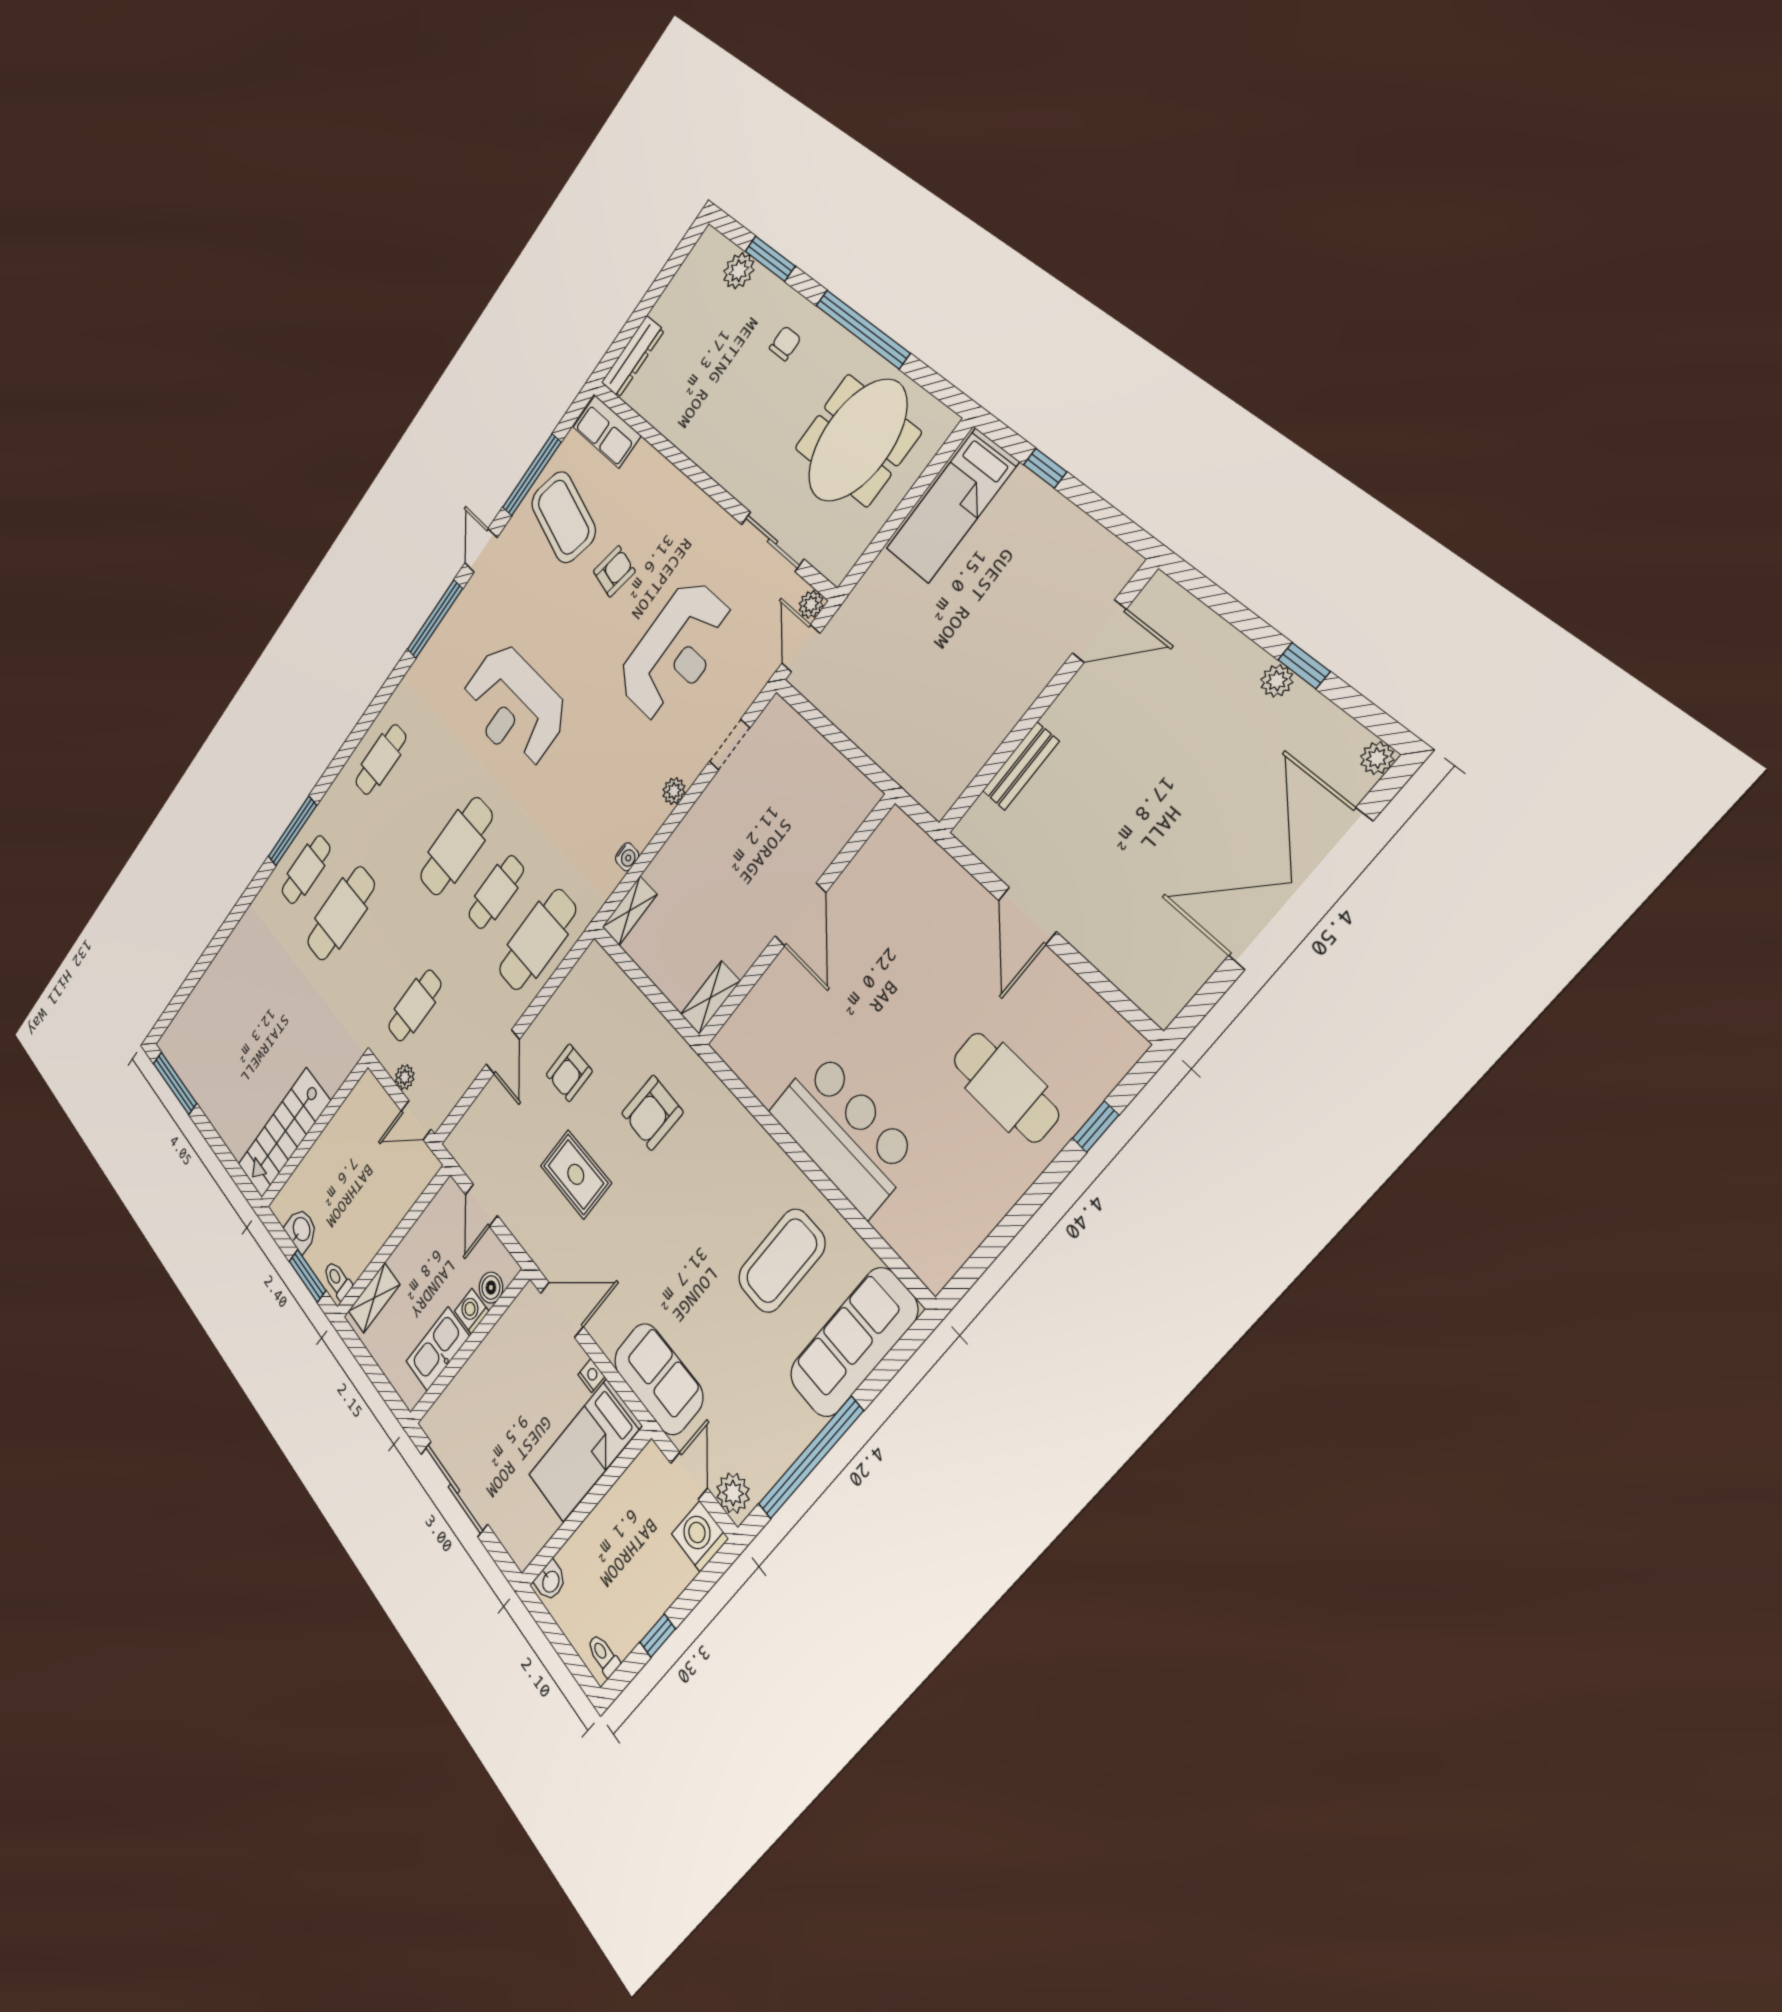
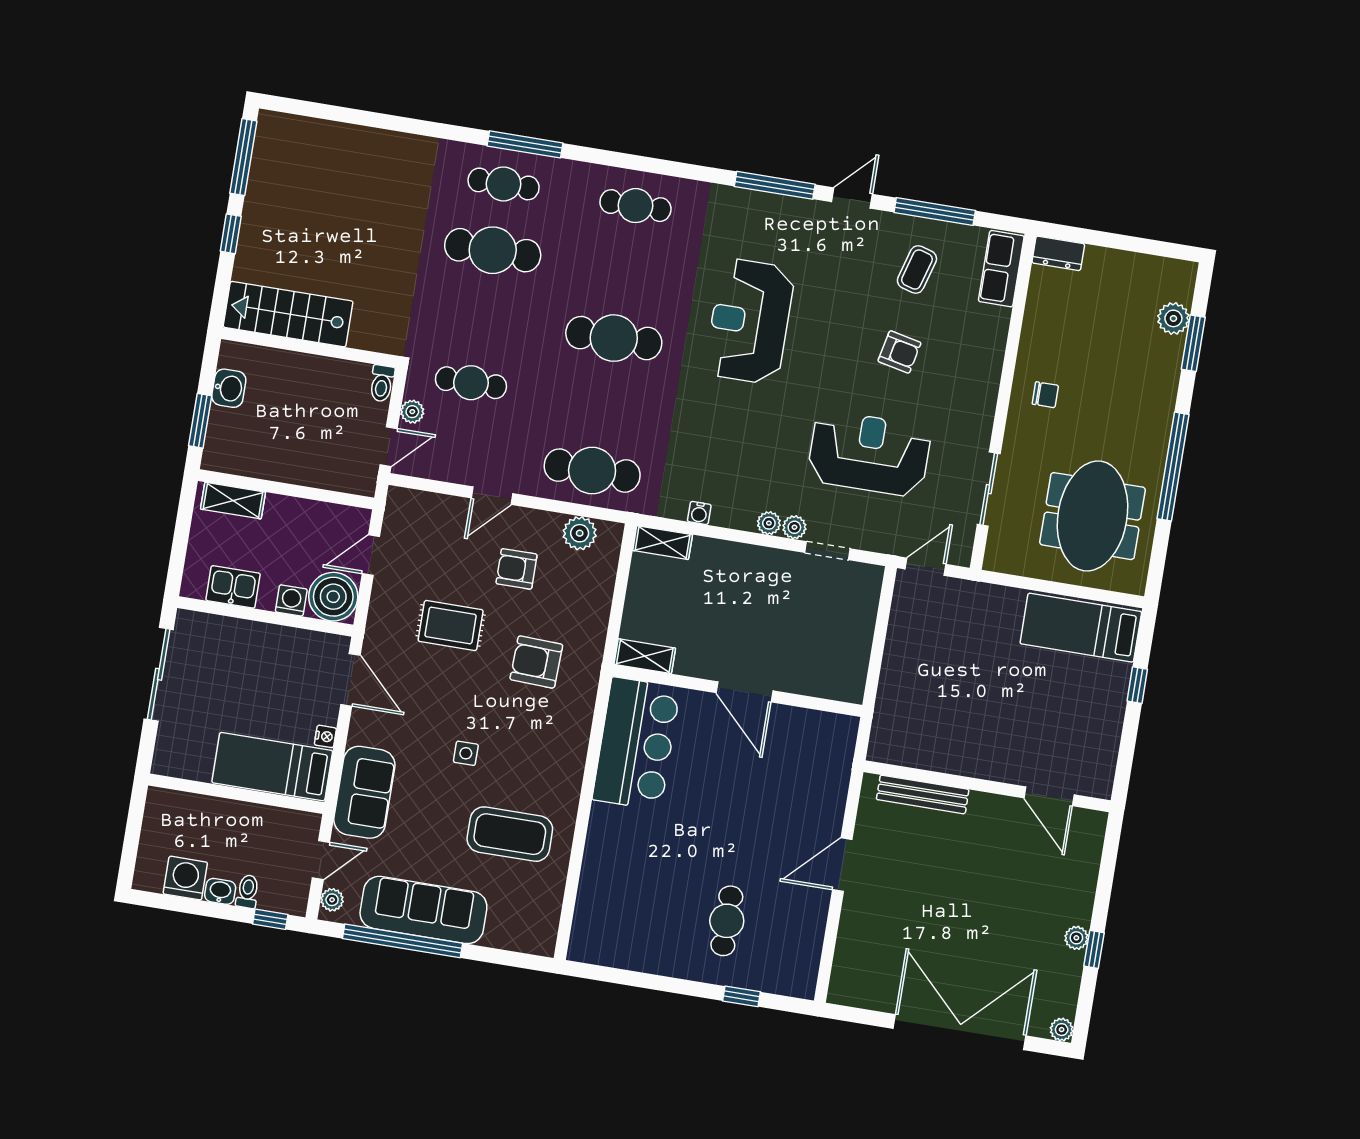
chair: (785, 343) -> (1045, 395), moved
dresser: (633, 357) -> (1058, 253), width x0.70
meeting table: (857, 440) -> (1093, 516), turned 90
coffee table: (563, 517) -> (917, 270), width x0.54, depth x0.58
plant: (811, 604) -> (794, 527), moved
reception desk: (675, 651) -> (869, 454), turned 180
bench: (1021, 766) -> (923, 794), width x1.36
cafe table: (496, 892) -> (603, 404), removed
door: (800, 914) -> (745, 692), hinge flipped
plant: (577, 988) -> (580, 533), added
cafe table: (1006, 1087) -> (727, 921), width x0.73, depth x0.74
door: (416, 1120) -> (389, 447), swing flipped
bar counter: (844, 1133) -> (636, 744), moved
window: (212, 1137) -> (231, 234), added
rug: (576, 1174) -> (451, 626), turned 90
side table: (686, 1247) -> (466, 753), added
toilet: (338, 1280) -> (382, 383), moved, turned 180
boiler: (491, 1288) -> (333, 597), width x1.86, depth x1.86
sofa: (854, 1342) -> (423, 910), moved
kitchen sink: (438, 1349) -> (233, 587), width x0.73
plant: (733, 1493) -> (332, 900), width x0.73, depth x0.73
washing machine: (700, 1536) -> (185, 878), moved
washbasin: (550, 1581) -> (220, 891), moved, turned 180
window: (658, 1636) -> (270, 919), moved
toilet: (603, 1655) -> (248, 891), moved

